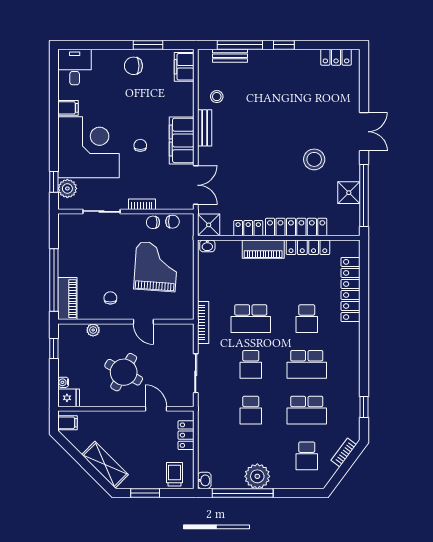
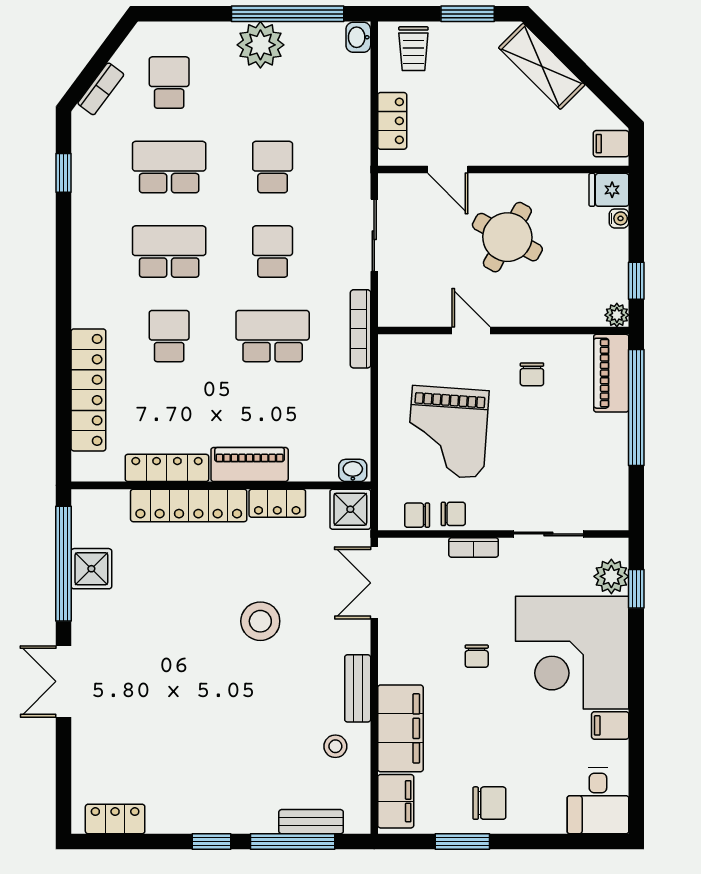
filing cabinet: (182, 140) -> (400, 728), moved
stool: (314, 159) -> (260, 621), moved
plant: (93, 330) -> (617, 315), moved

